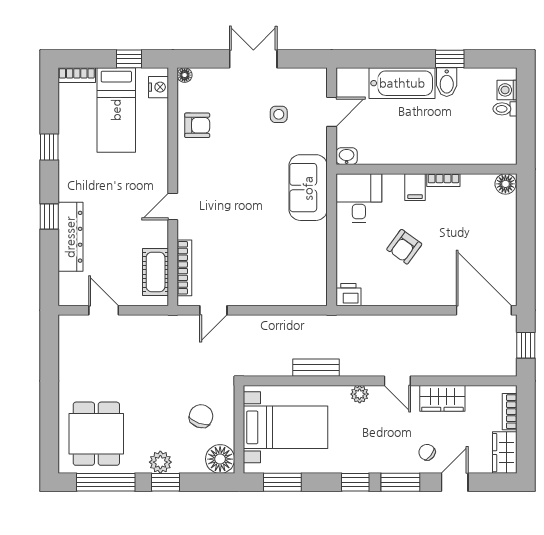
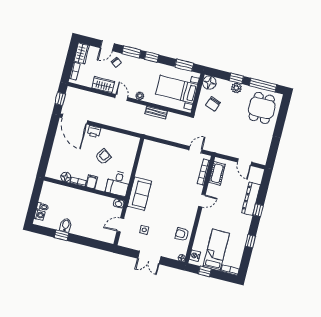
bathtub: (402, 83) -> (86, 230), removed
floor lamp: (505, 184) -> (66, 177), moved
printer: (348, 295) -> (94, 132), moved

